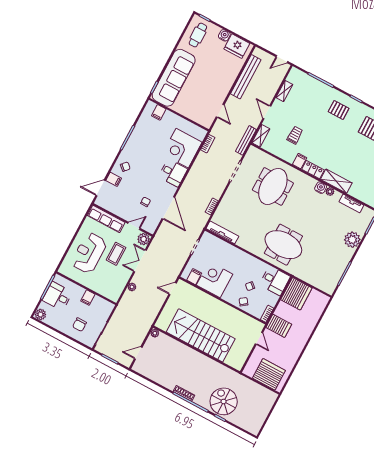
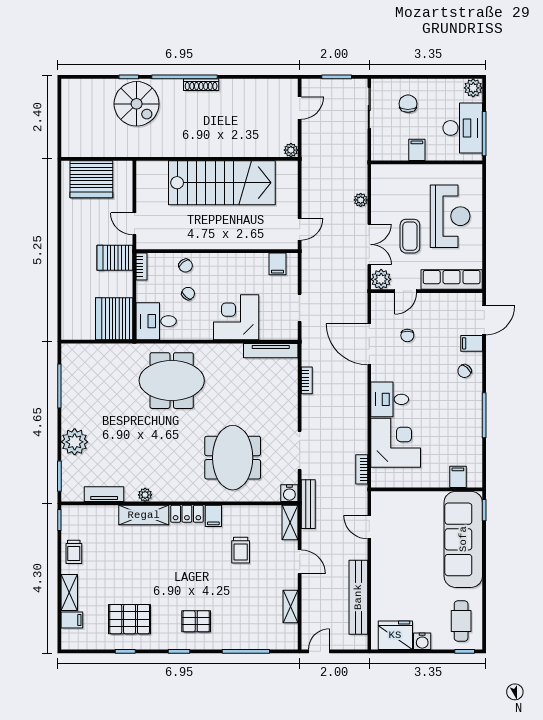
water cooler: (321, 188) -> (289, 493), moved
corner desk: (215, 280) -> (236, 317), moved, turned 180
desk: (57, 296) -> (463, 128), width x1.37

